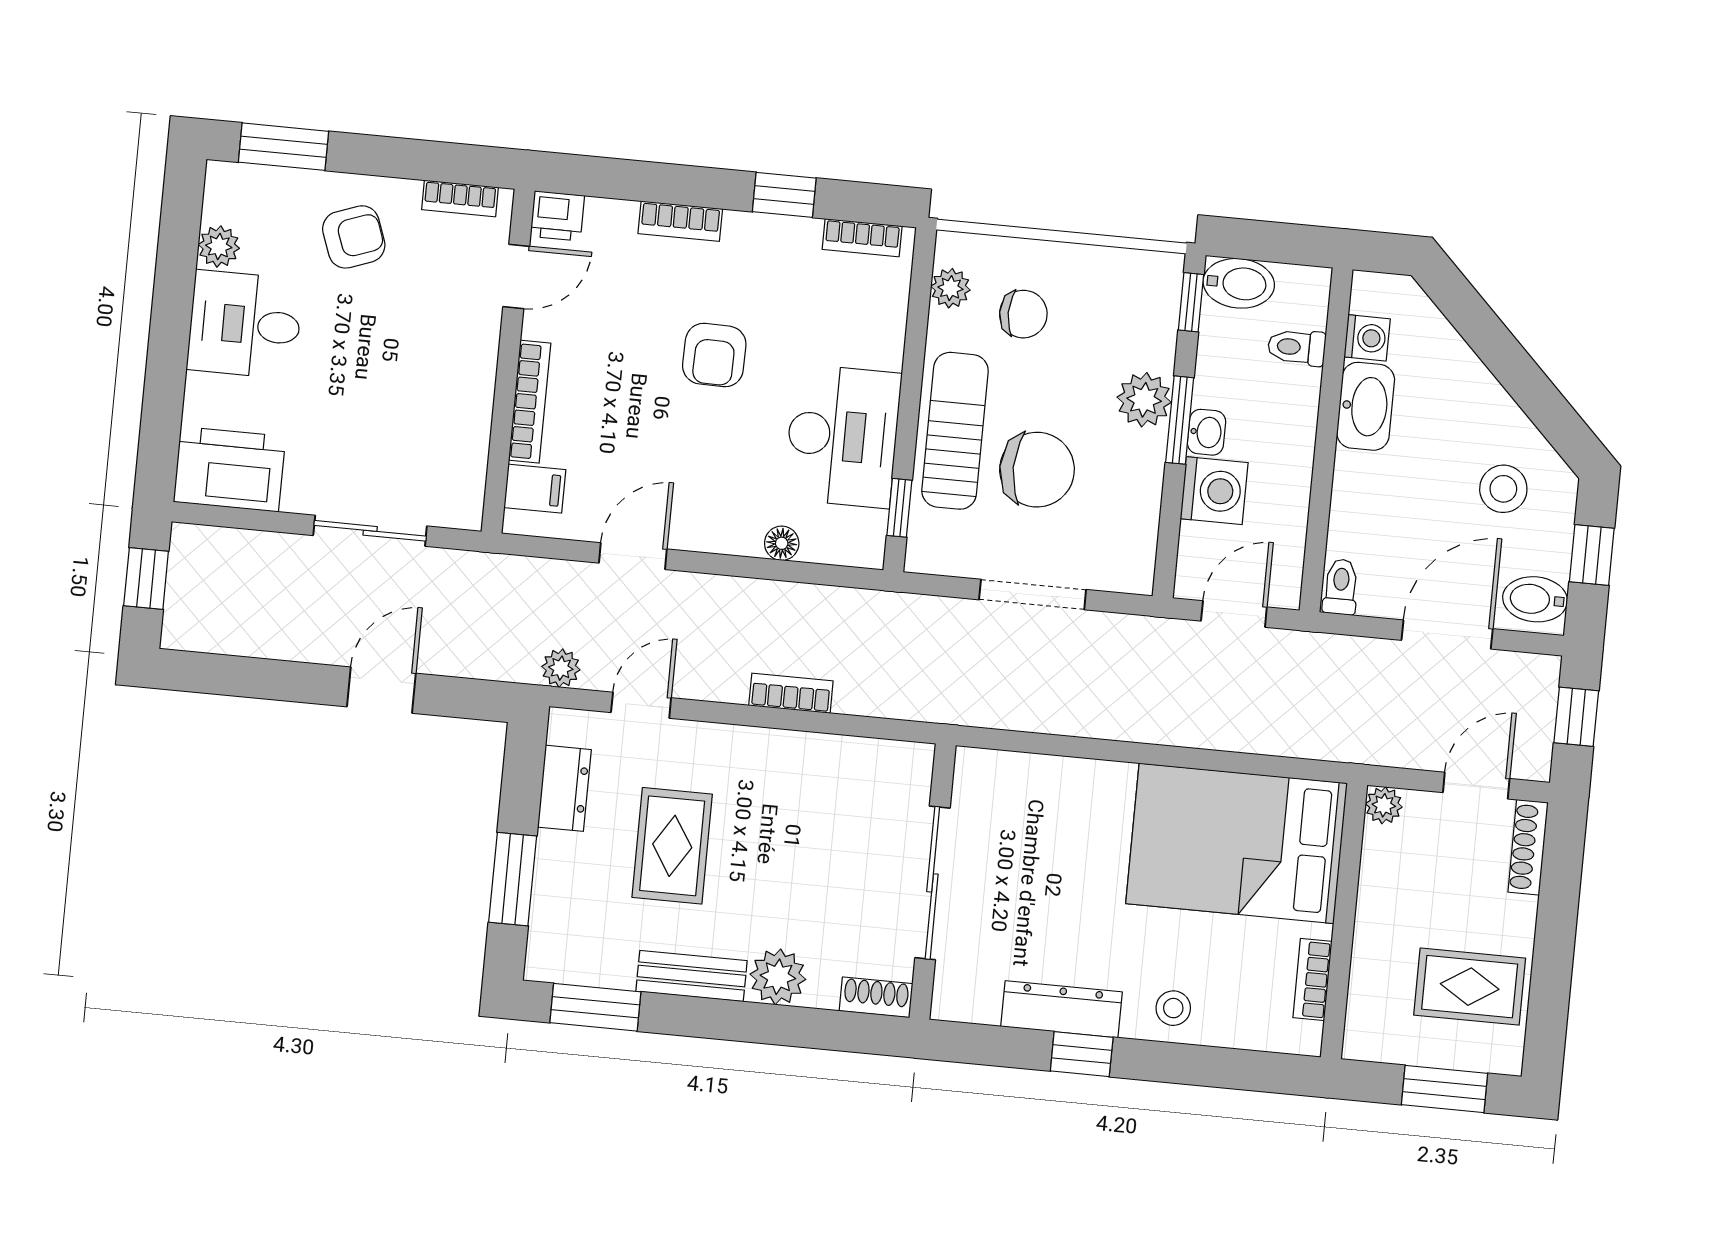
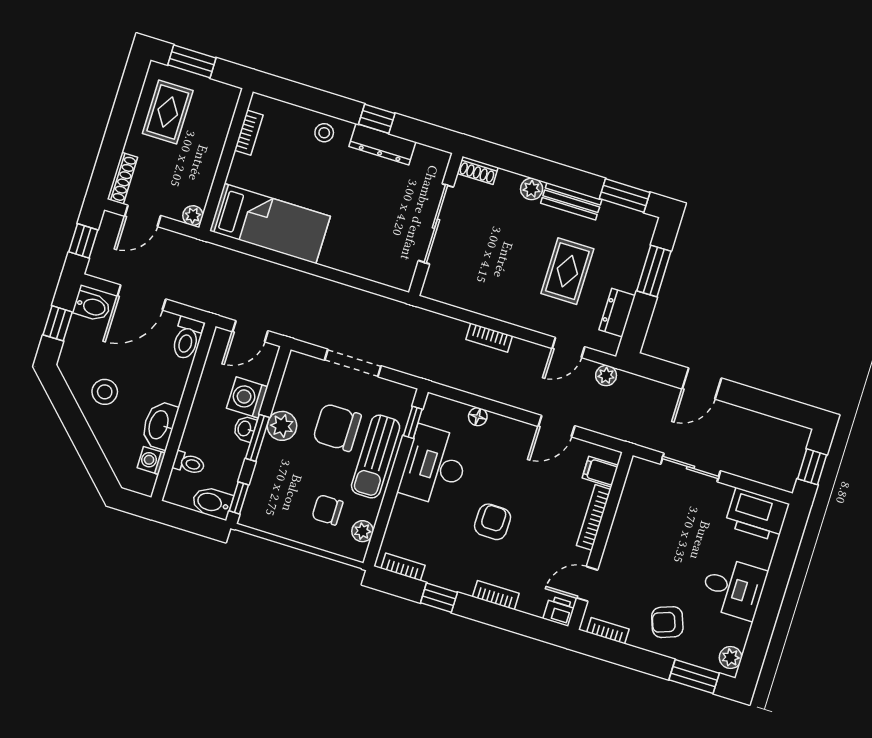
plant: (219, 246) -> (731, 657), moved
plant: (1144, 400) -> (282, 426), moved
stool: (1503, 489) -> (105, 392), moved
toilet: (1341, 587) -> (187, 338), width x1.37, depth x1.39
bed: (1236, 843) -> (270, 224), width x0.67
plant: (778, 977) -> (532, 189), width x0.73, depth x0.73
rug: (1470, 987) -> (168, 112), turned 90

